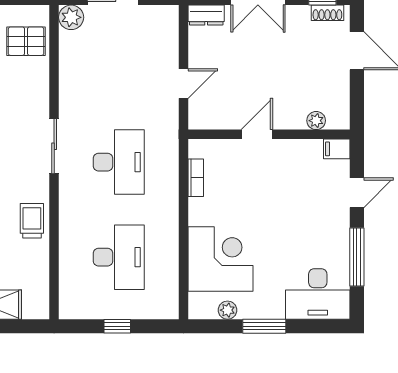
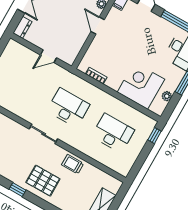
door: (184, 84) -> (49, 56), swing flipped
door: (257, 134) -> (98, 26), moved
window: (117, 326) -> (154, 136), moved

